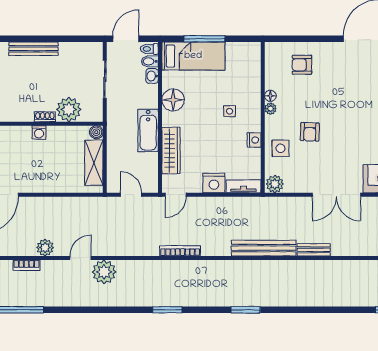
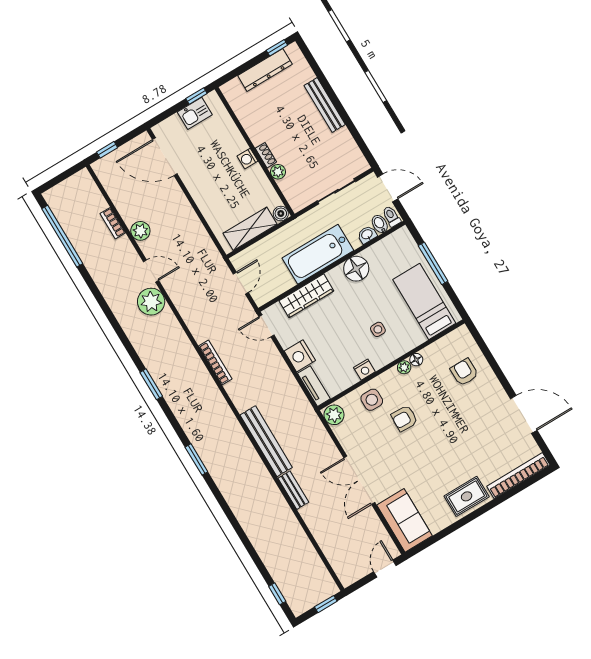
bed: (193, 56) -> (424, 301), moved, turned 180
plant: (69, 109) -> (278, 172), width x0.53, depth x0.53
bathtub: (148, 130) -> (318, 254), width x1.36, depth x1.36

